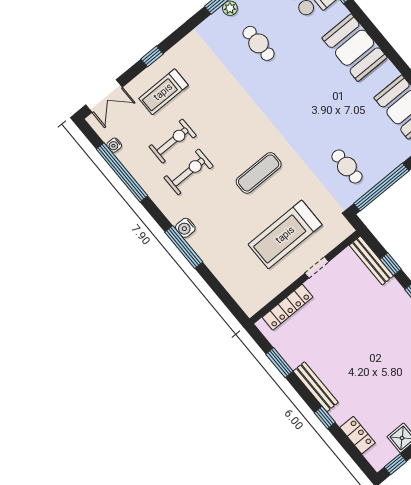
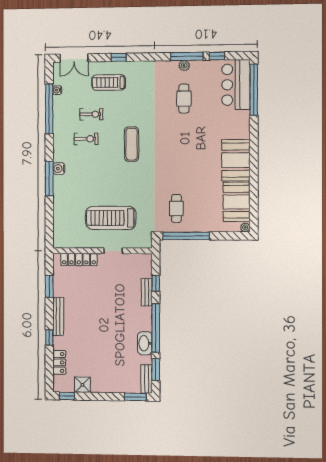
booth: (355, 48) -> (236, 160), moved
exercise bike: (173, 141) -> (91, 114), width x0.73, depth x0.72
exercise bike: (189, 172) -> (86, 139), width x0.73, depth x0.72
exercise mat: (259, 173) -> (132, 144), moved, turned 90
bench: (371, 261) -> (147, 292), moved, width x0.73

